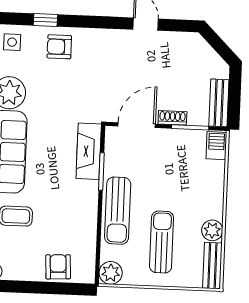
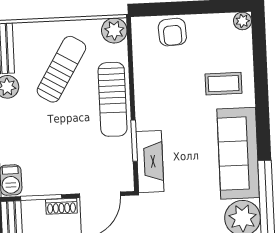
sun lounger: (118, 211) -> (113, 99), turned 180
sun lounger: (162, 242) -> (61, 69), turned -149

